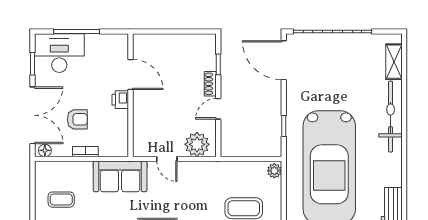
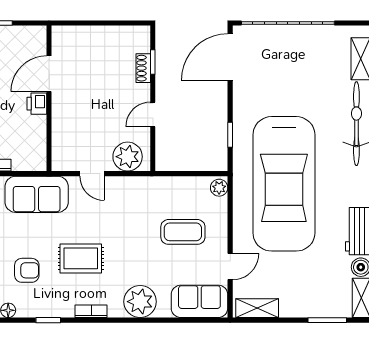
door: (284, 60) -> (230, 57), hinge flipped
door: (131, 74) -> (49, 74), swing flipped
shoe rack: (210, 84) -> (143, 68), moved

